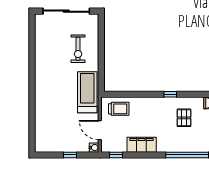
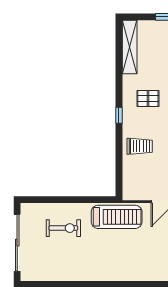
treadmill: (87, 92) -> (117, 217), turned 180
trolley: (119, 109) -> (140, 146), moved, turned 90

